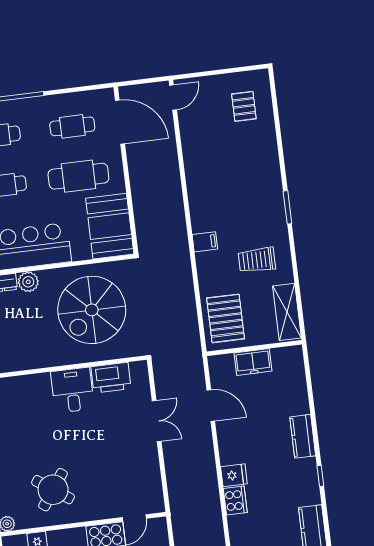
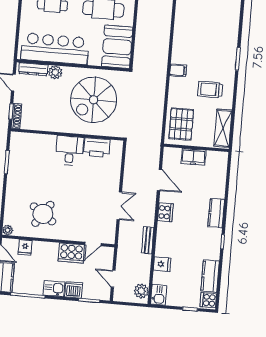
double door: (157, 421) -> (119, 206), moved
fridge: (234, 475) -> (162, 264), moved
bench: (212, 496) -> (148, 240), added
cooker: (235, 500) -> (165, 212), moved

